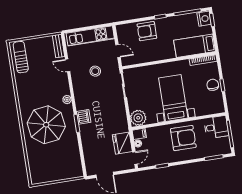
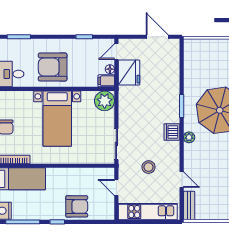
dishwasher: (84, 117) -> (172, 132), moved

